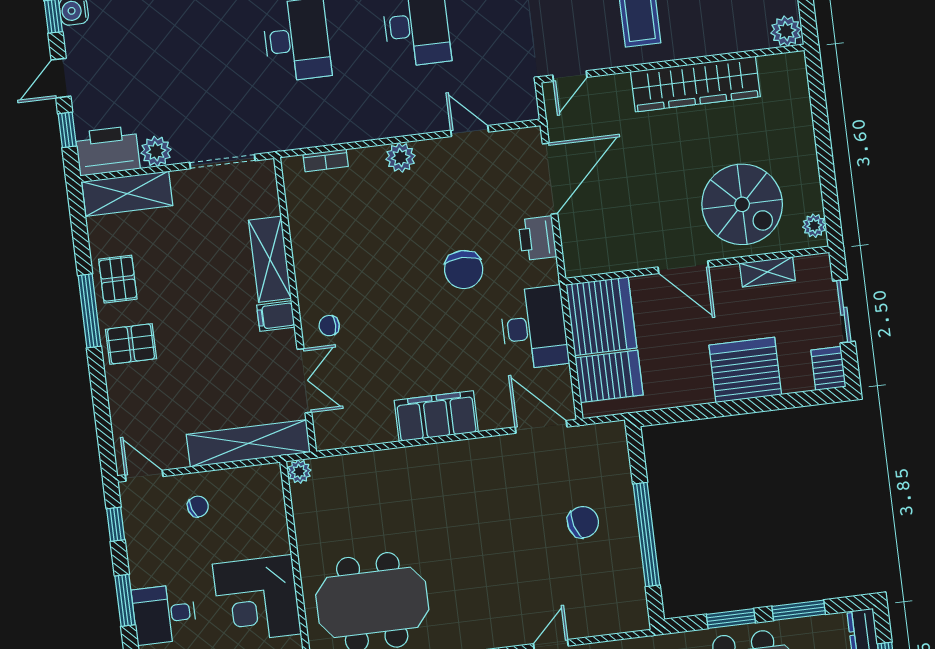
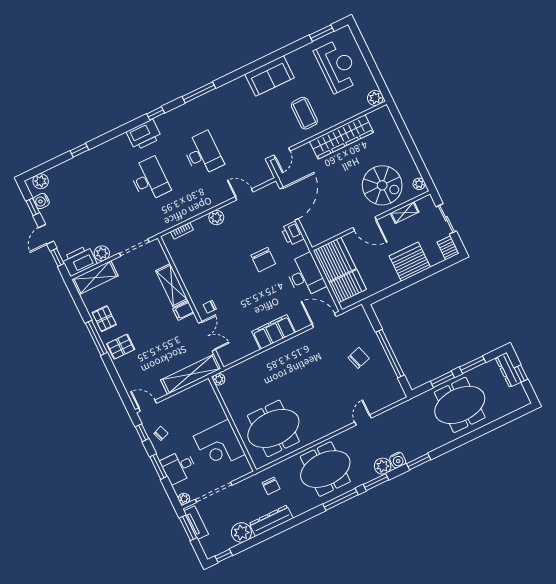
chair: (198, 506) -> (161, 433), moved

